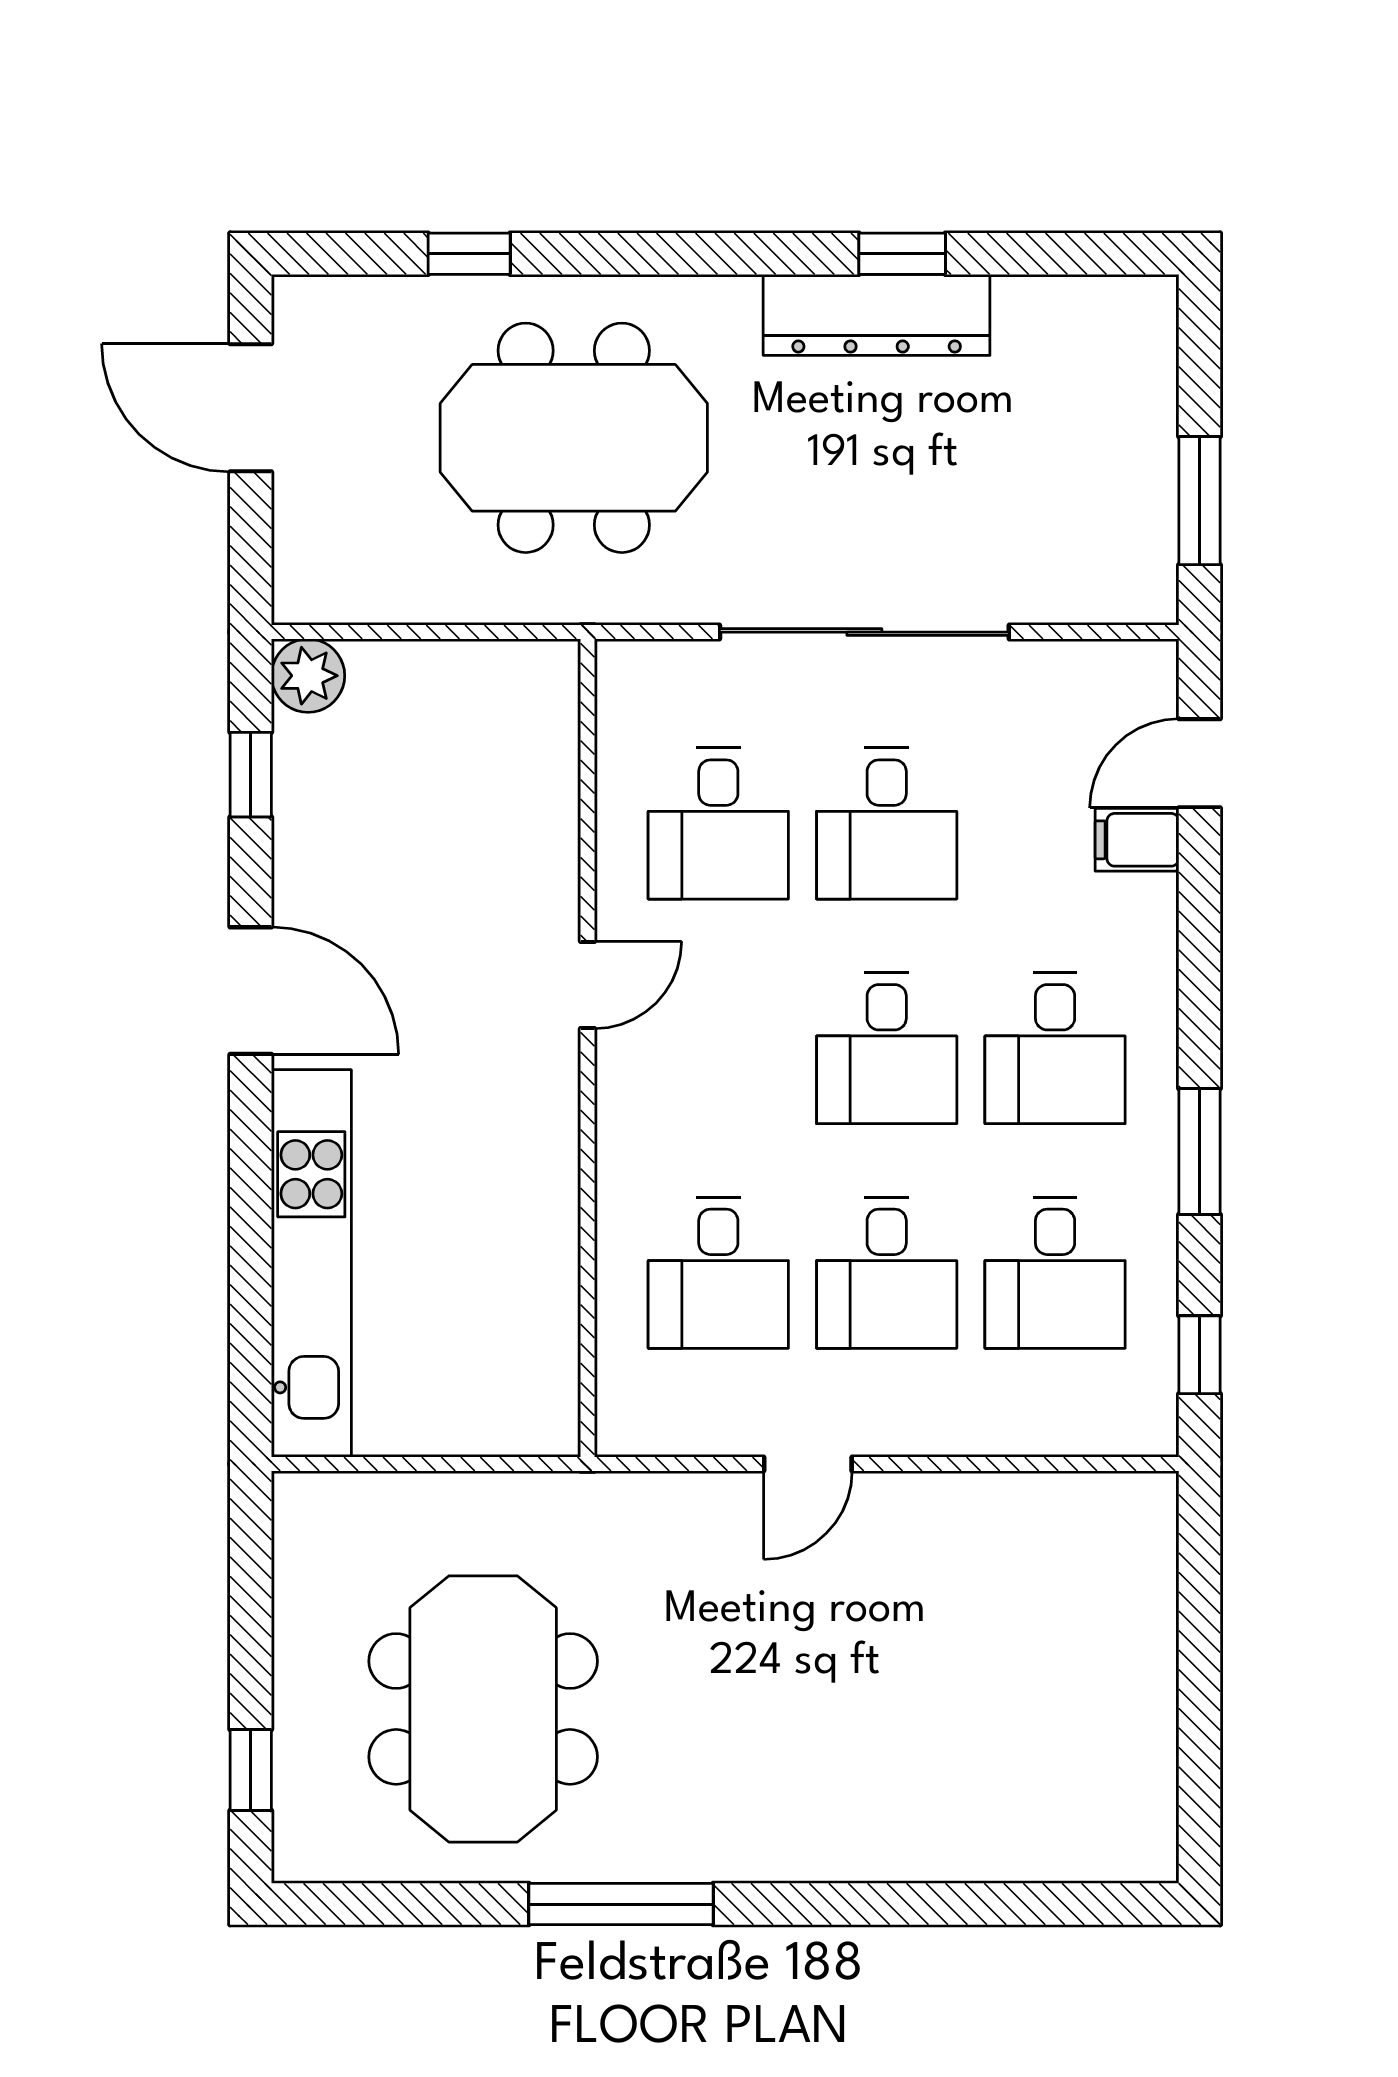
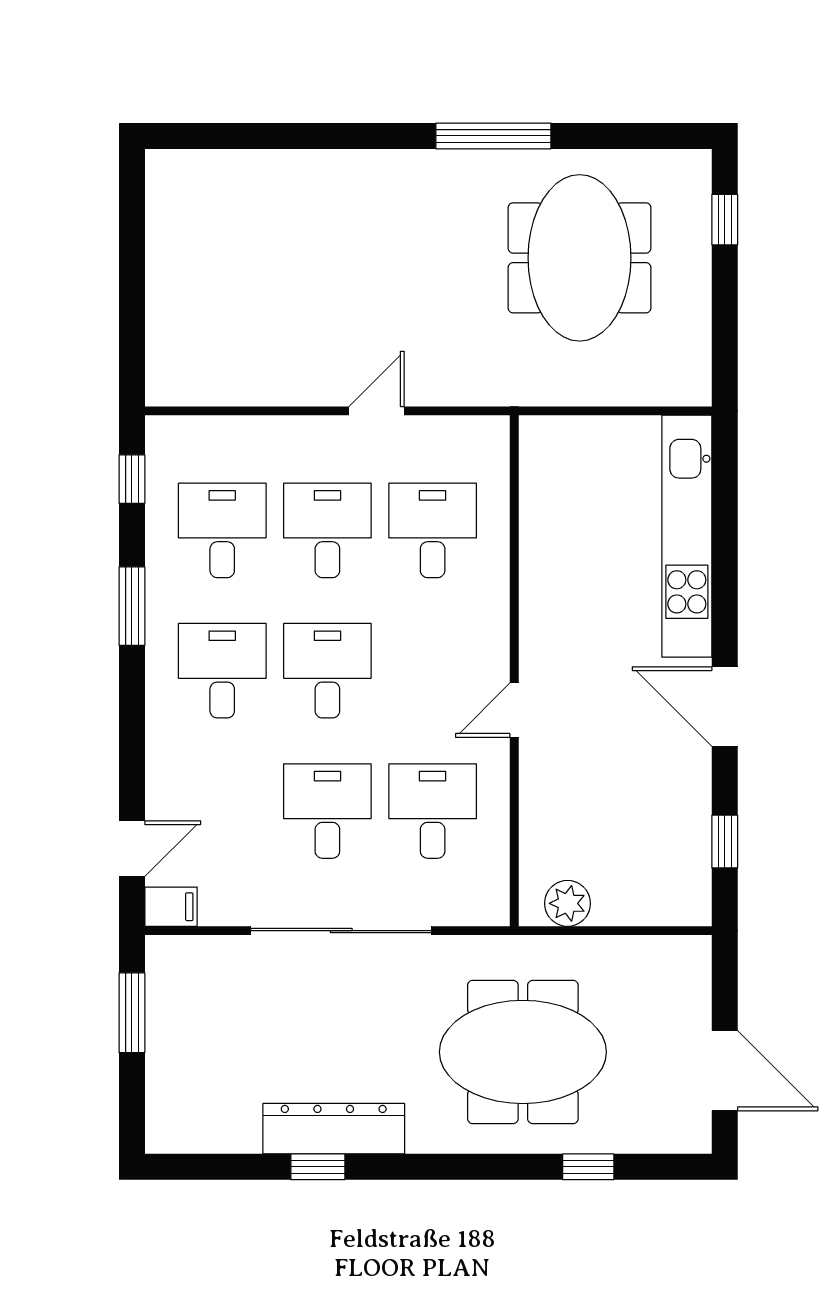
plant: (308, 676) -> (568, 903), moved
filing cabinet: (1137, 840) -> (171, 907), moved

